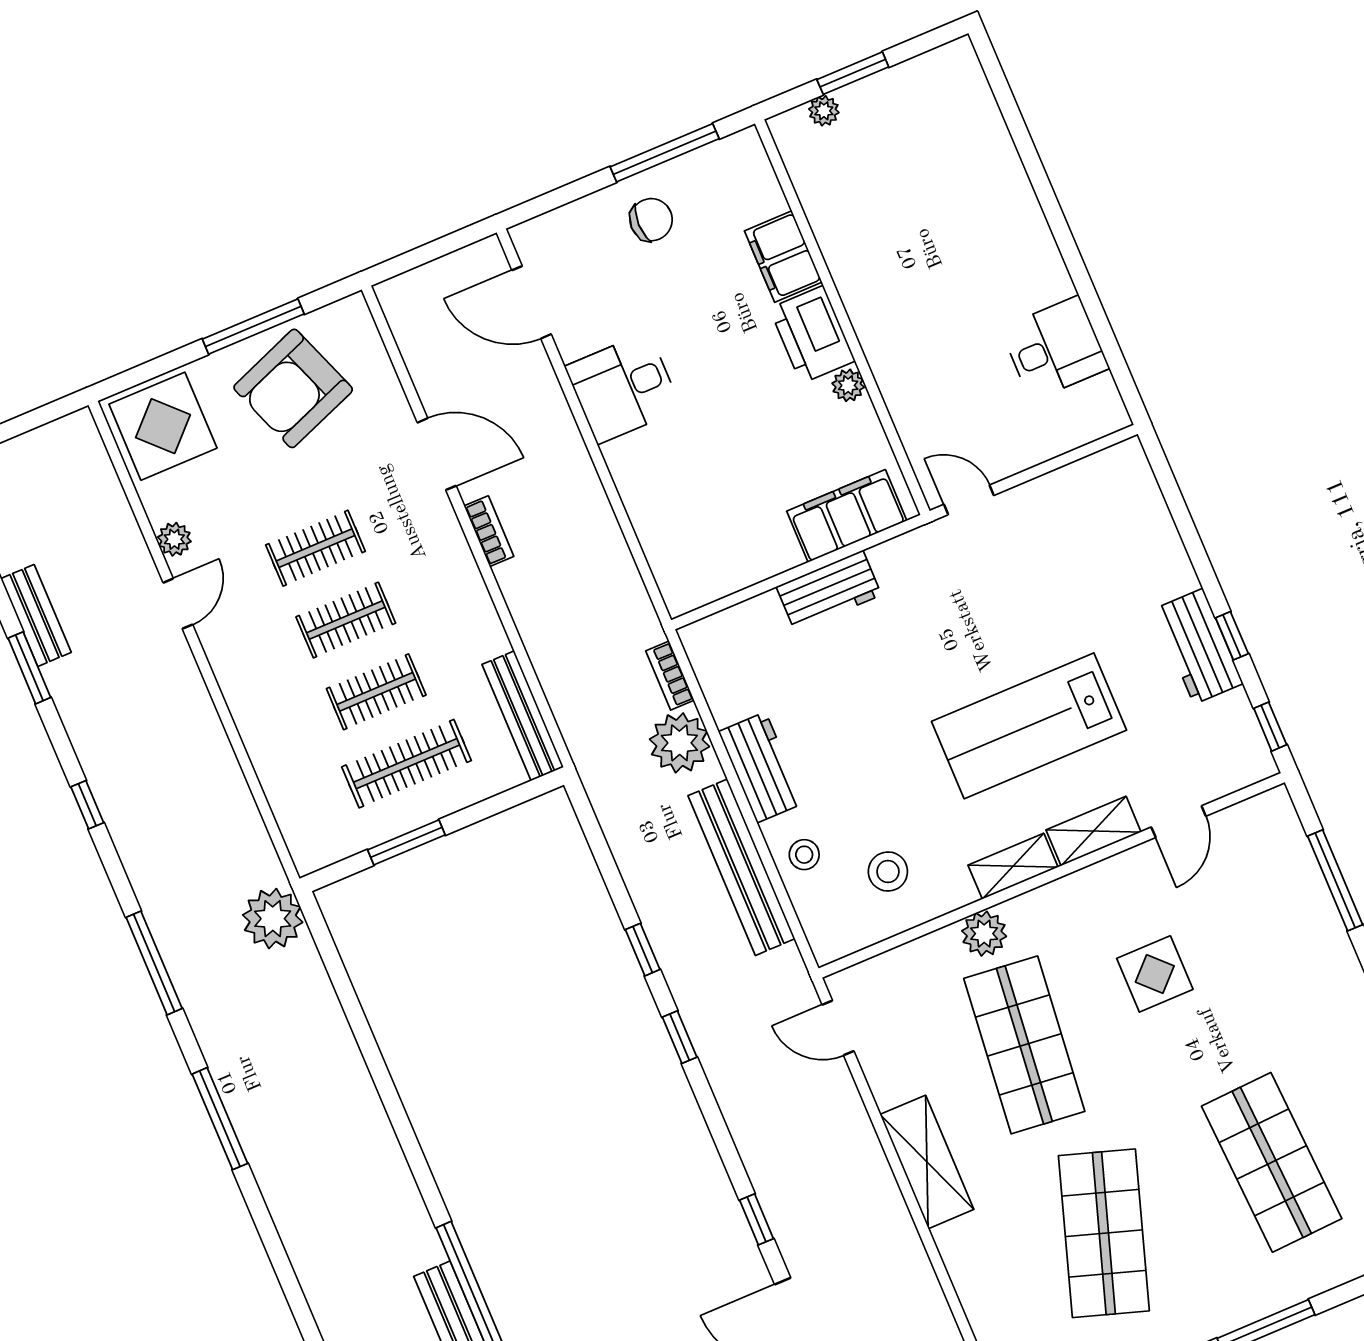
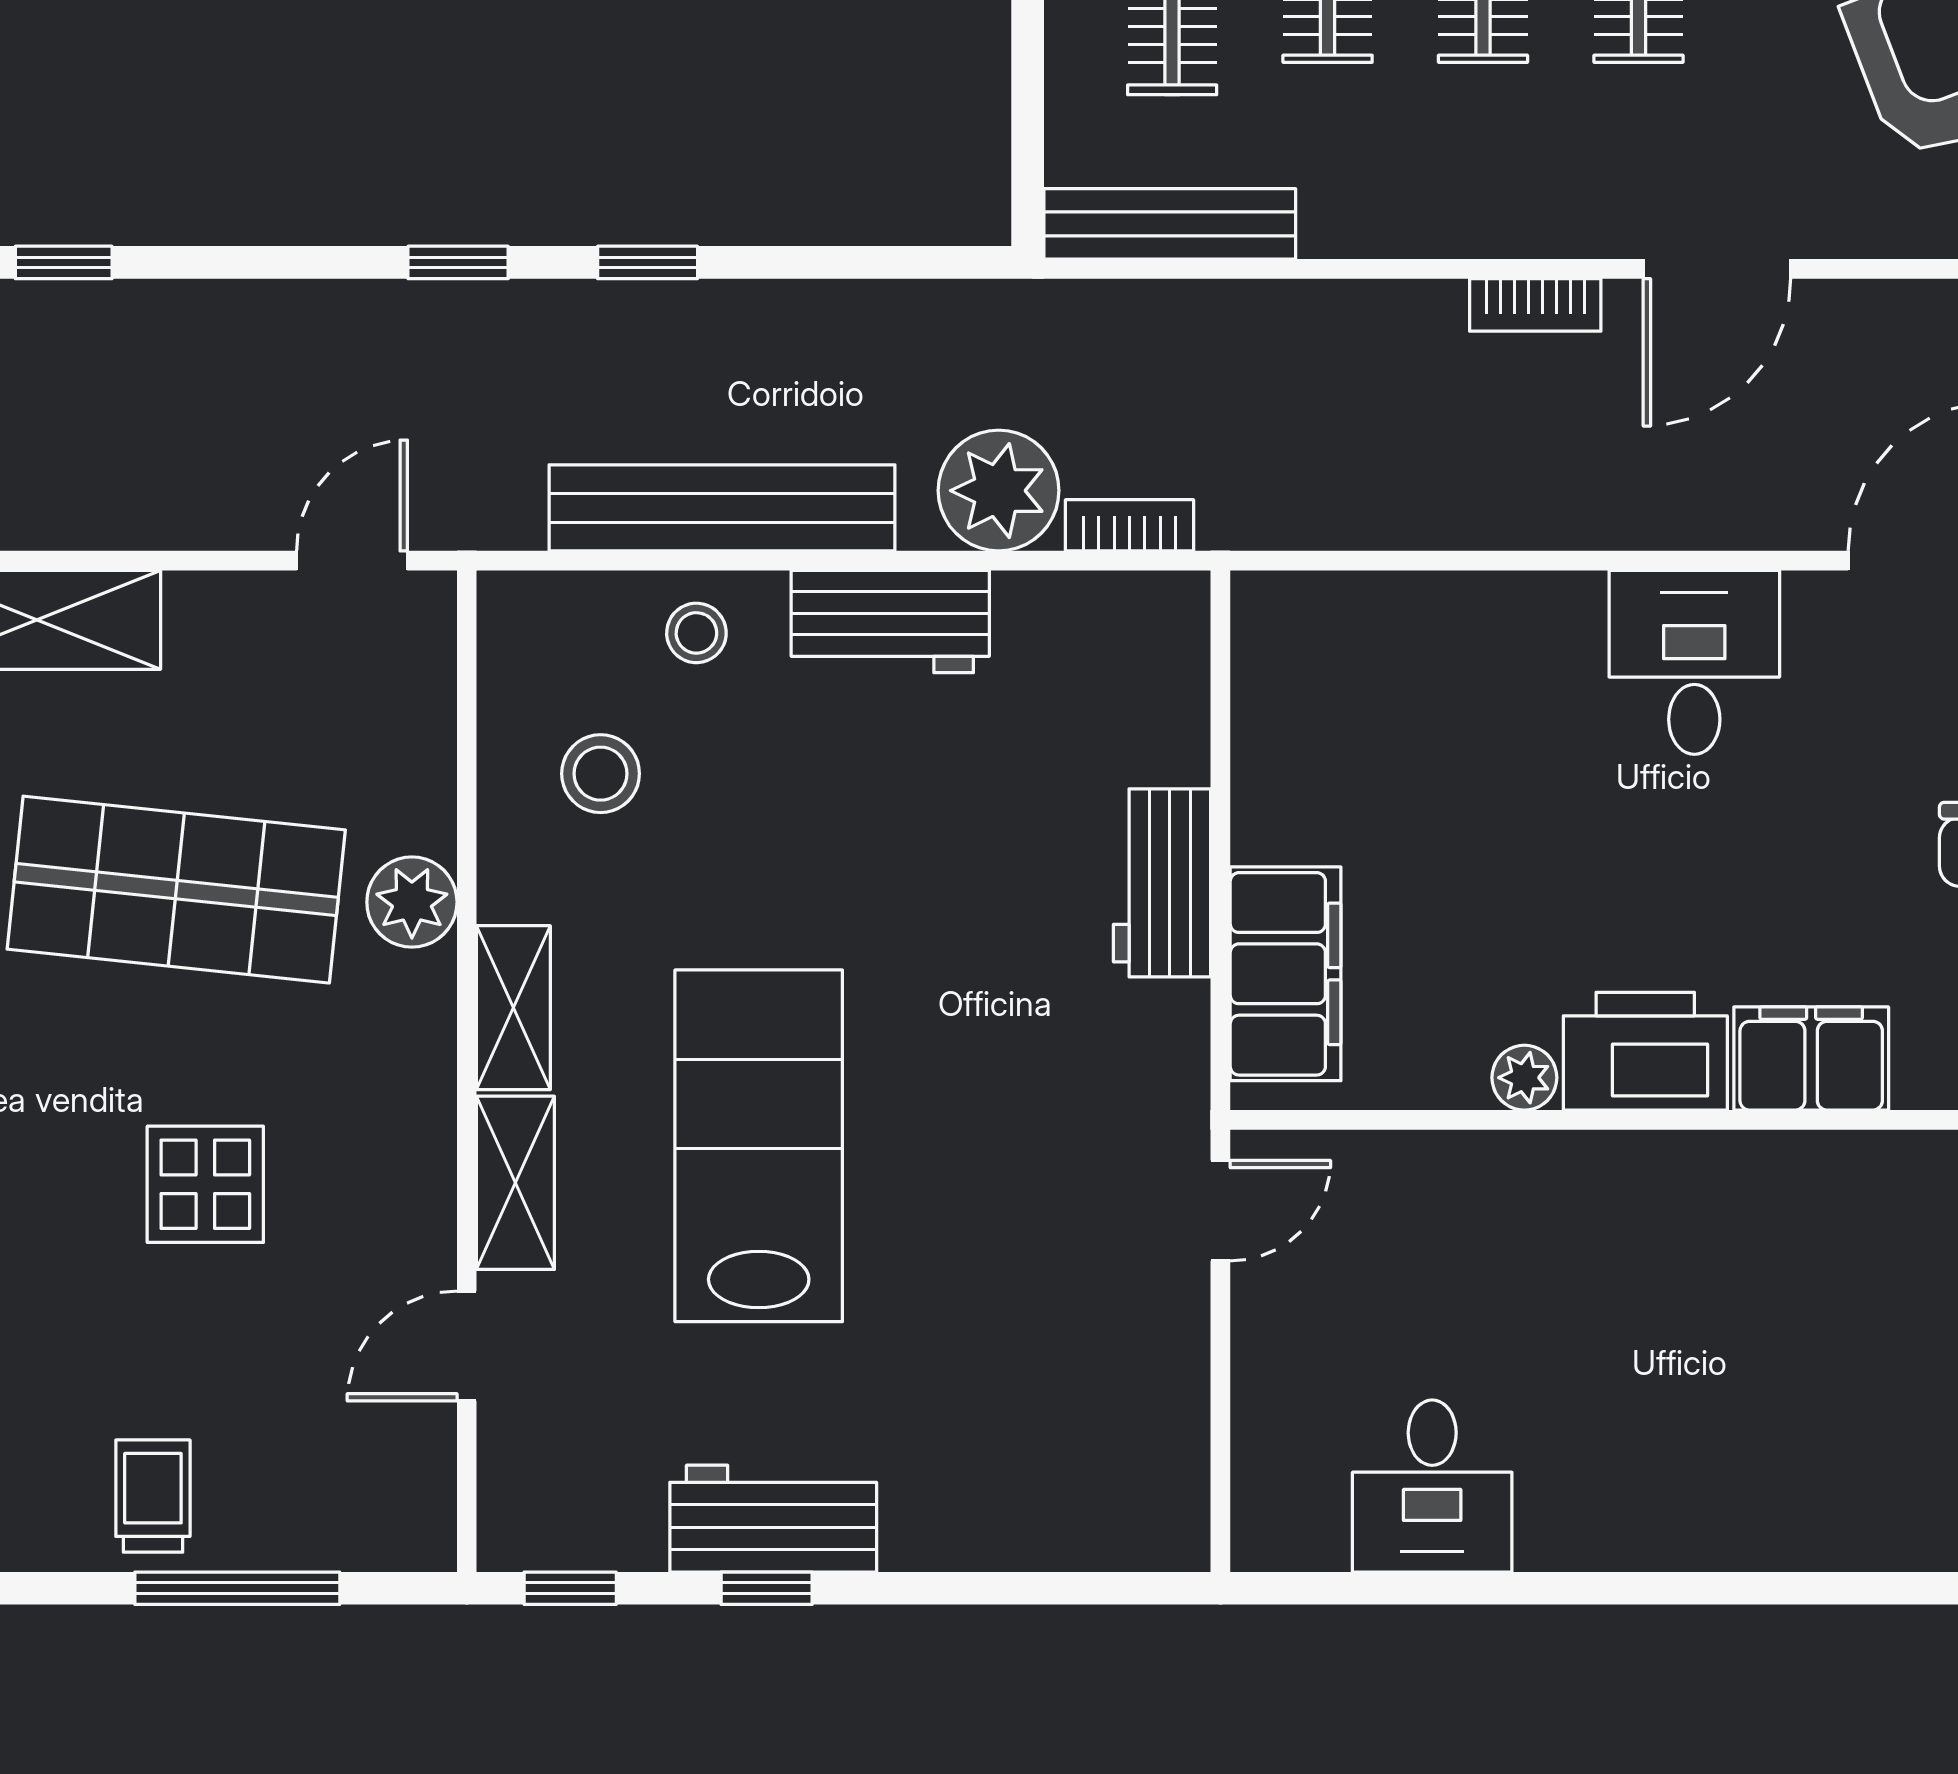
door: (1179, 822) -> (467, 1346), hinge flipped
trolley: (1309, 937) -> (153, 1496), added

